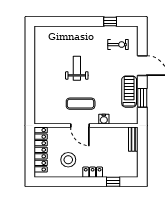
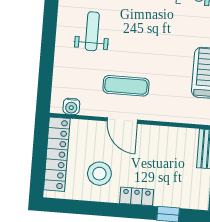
weight bench: (77, 68) -> (92, 31), moved
water cooler: (104, 119) -> (71, 106), moved

